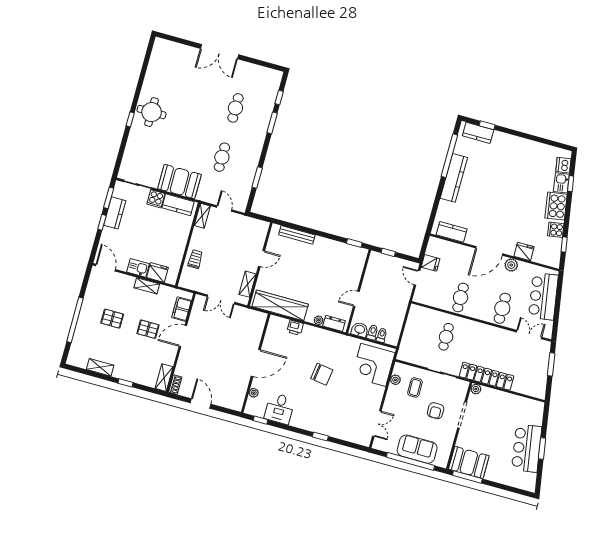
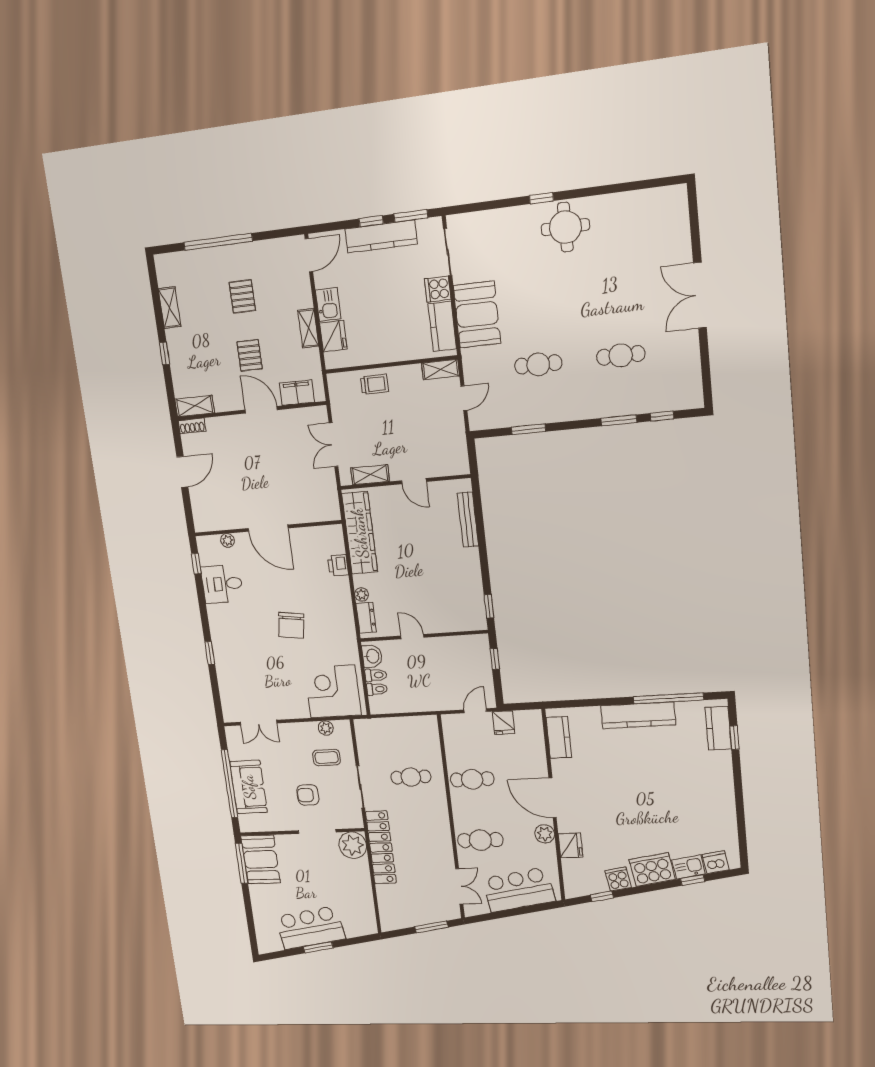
kitchen counter: (115, 213) -> (381, 236), width x1.50
plant: (476, 389) -> (353, 845), width x1.87, depth x1.87

